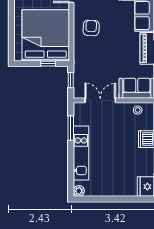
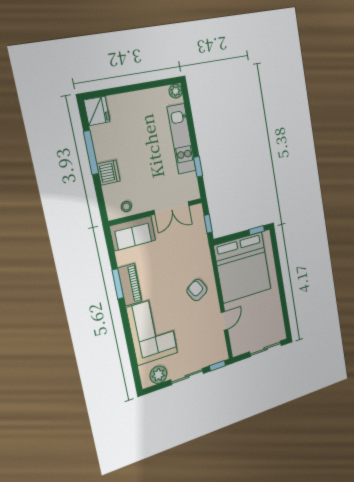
armchair: (91, 28) -> (197, 290), turned 146
window: (48, 64) -> (257, 230), moved
window: (71, 128) -> (198, 167), width x0.67

